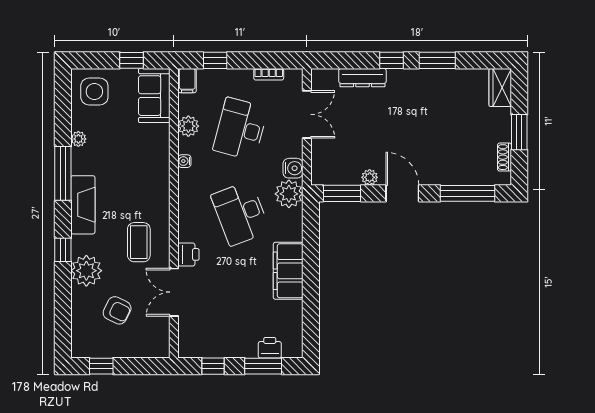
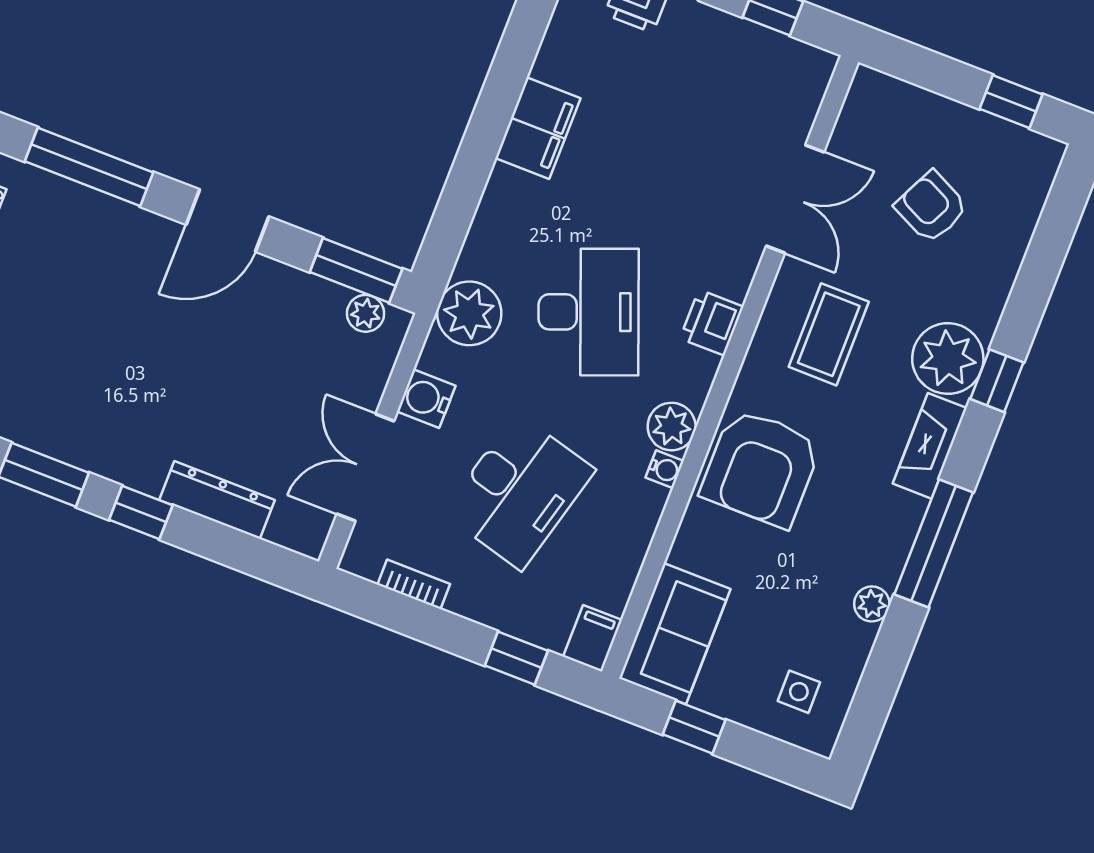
side table: (94, 92) -> (799, 692), width x0.54, depth x0.54
plant: (188, 126) -> (672, 427), moved
water cooler: (293, 168) -> (426, 399), moved
armchair: (145, 177) -> (761, 468), added
plant: (370, 177) -> (366, 313), moved
door: (402, 193) -> (227, 221), hinge flipped
fireplace: (83, 205) -> (930, 446), width x0.73, depth x0.76
printer: (188, 254) -> (712, 323), moved
plant: (86, 271) -> (948, 359), moved
filing cabinet: (288, 271) -> (538, 128), width x0.67, depth x0.86

